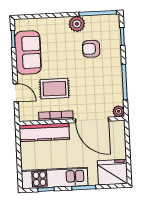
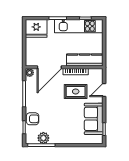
plant: (77, 24) -> (43, 138), moved
armchair: (91, 49) -> (33, 119), moved
door: (16, 93) -> (104, 90), hinge flipped
door: (92, 120) -> (49, 67), swing flipped

